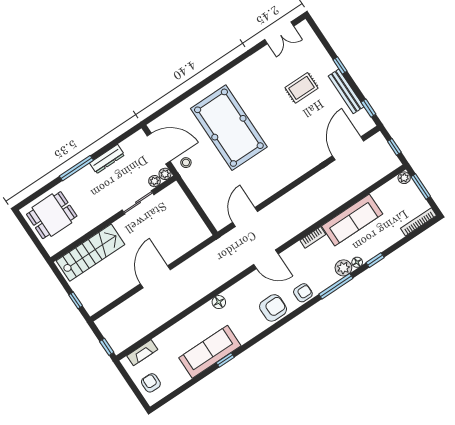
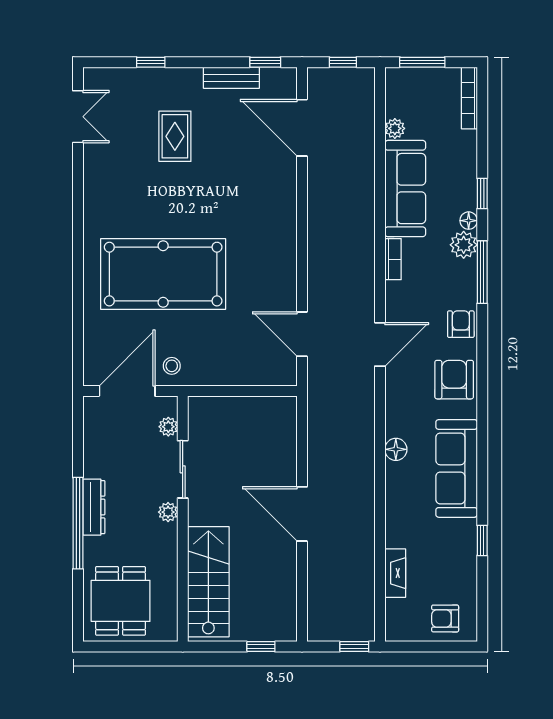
window: (340, 65) -> (151, 62), moved
bench: (346, 91) -> (231, 78), width x0.73
dresser: (107, 159) -> (94, 507), moved
window: (76, 168) -> (78, 523), width x1.46
plant: (165, 174) -> (168, 512), moved
plant: (404, 178) -> (395, 128), moved
sofa: (210, 352) -> (457, 468), moved
fireplace: (142, 353) -> (395, 573), moved
window: (225, 360) -> (482, 540), moved

